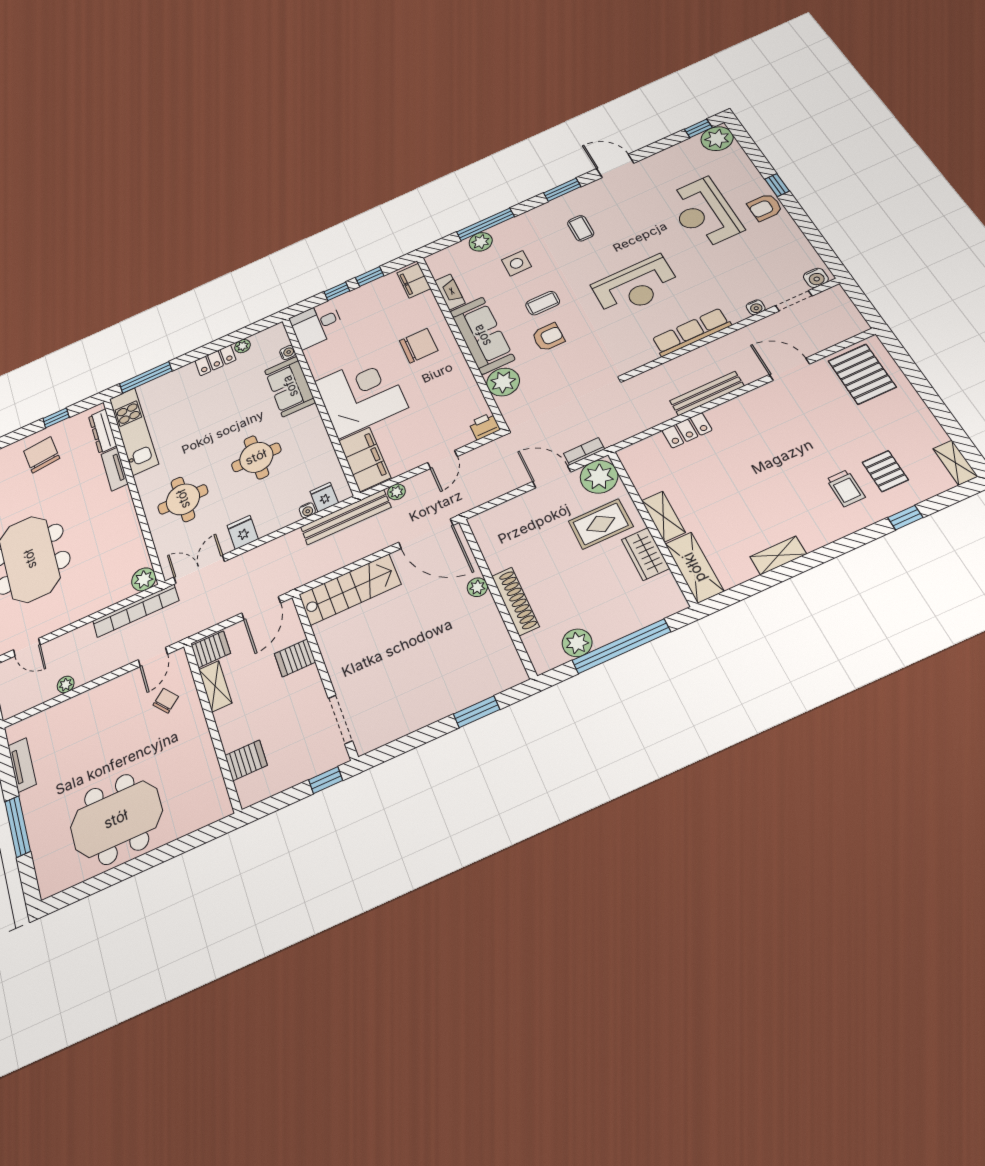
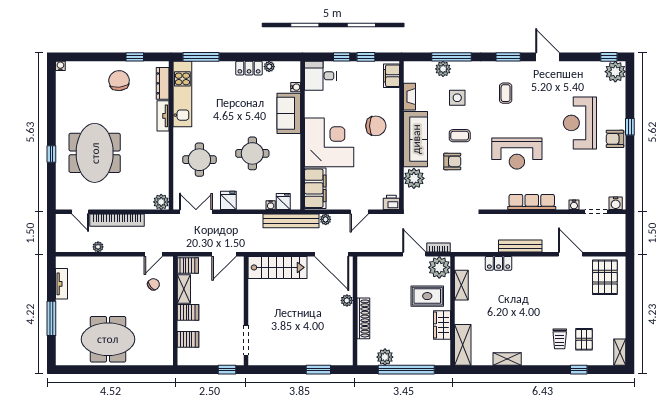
shelving: (663, 516) -> (461, 285), moved
bookcase: (136, 611) -> (117, 220), moved
server rack: (295, 658) -> (188, 312), moved, turned 180

